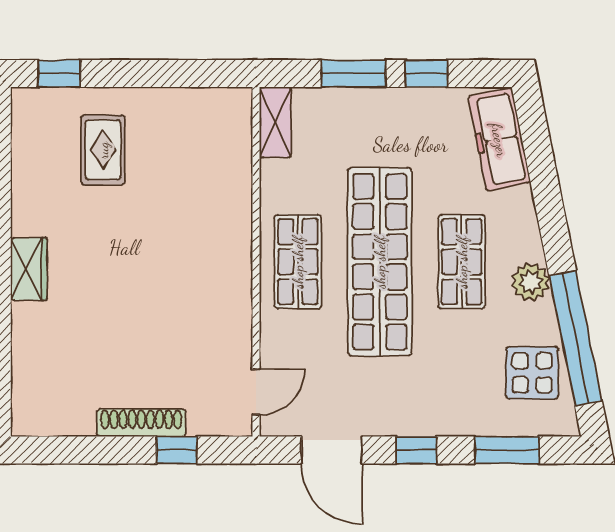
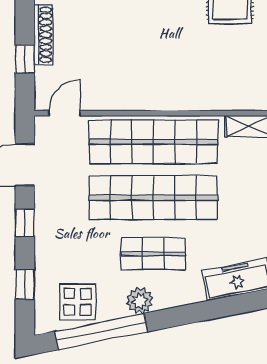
shop shelf: (298, 262) -> (153, 142), width x2.00, depth x1.36
door: (256, 392) -> (64, 113), swing flipped
window: (507, 450) -> (25, 285), width x0.67

